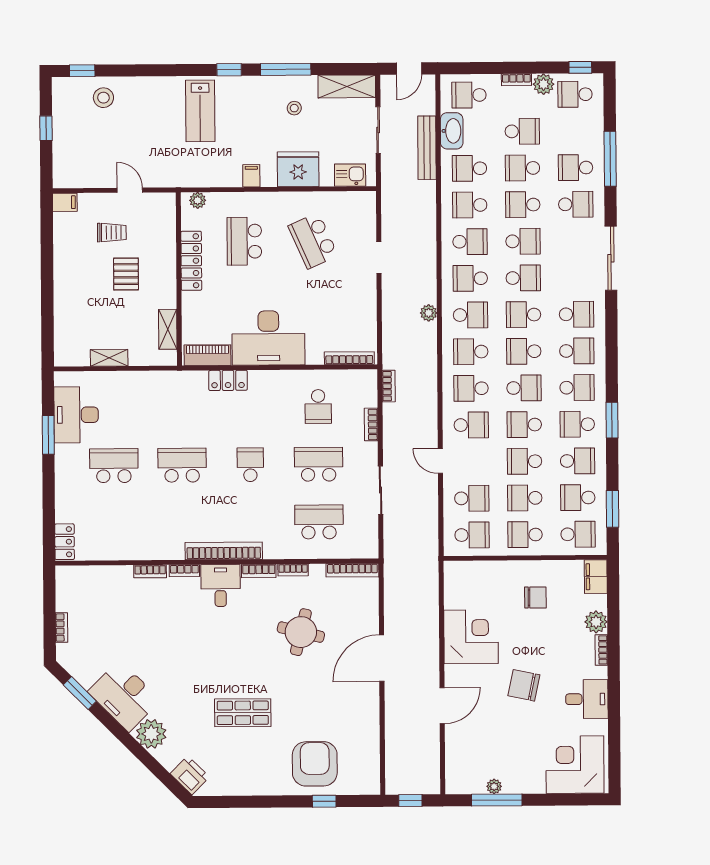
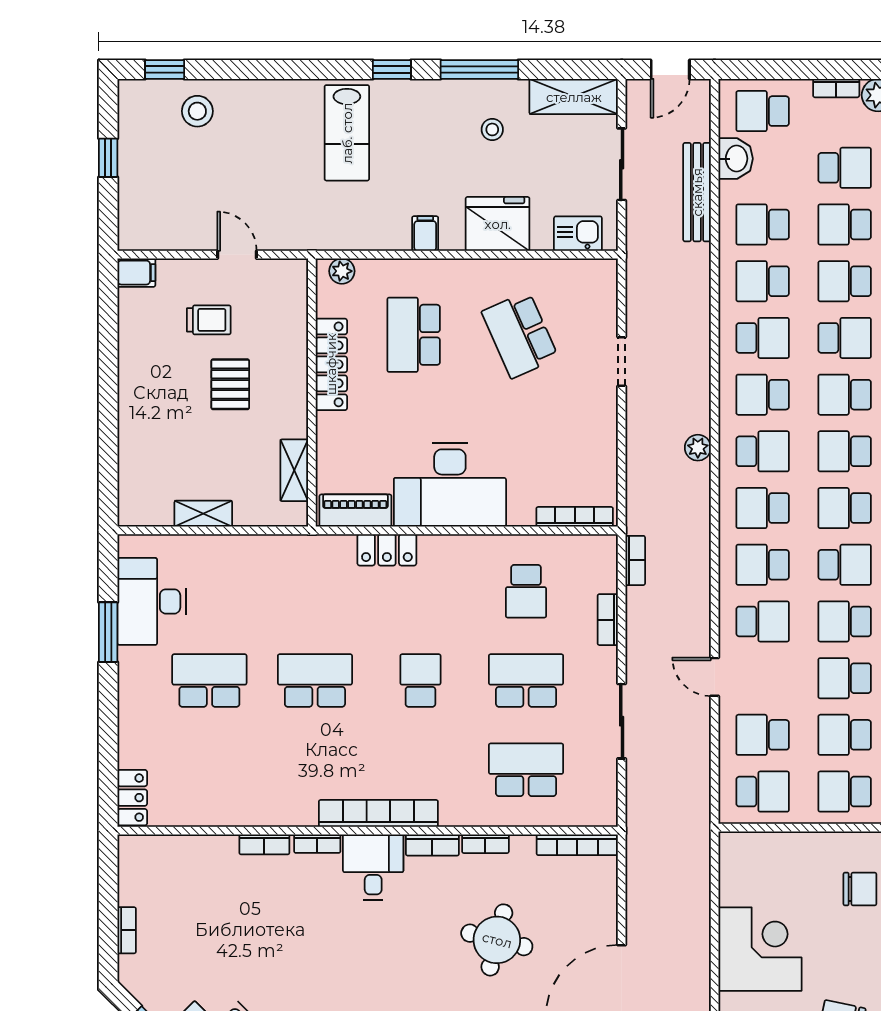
washbasin: (452, 131) -> (736, 159), width x0.72
school desk: (523, 278) -> (845, 395), turned 180
school desk: (472, 498) -> (763, 735), turned 180

